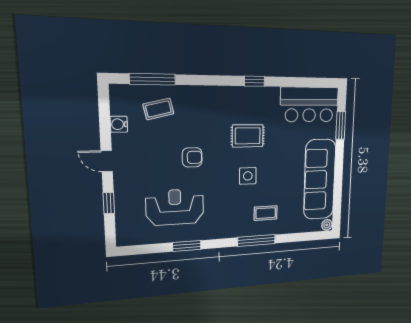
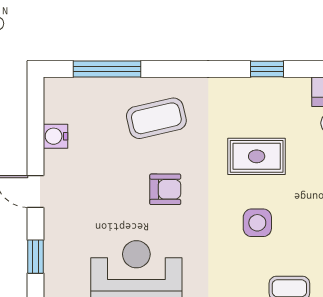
coffee table: (158, 109) -> (156, 118), moved, width x1.36, depth x1.30

